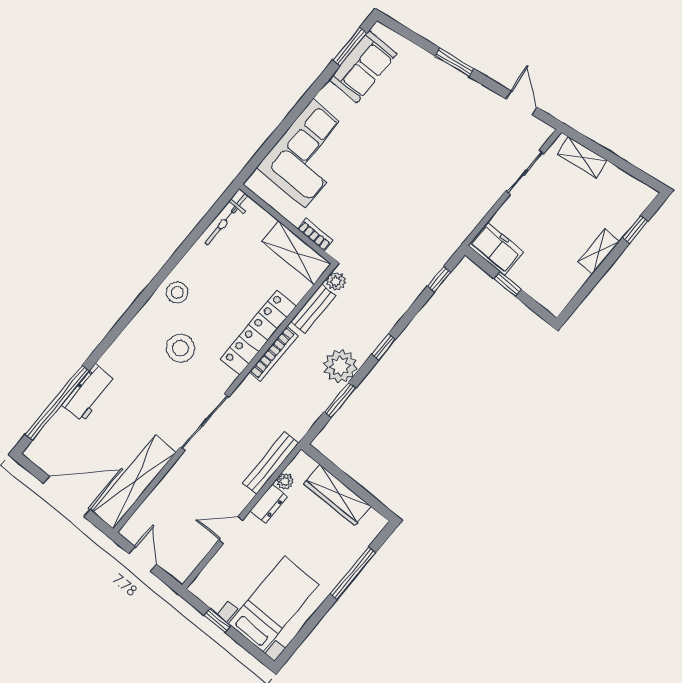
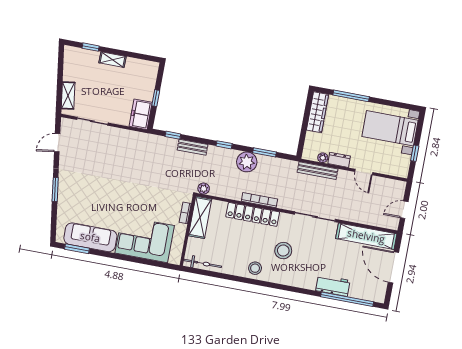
sofa: (363, 67) -> (90, 237), width x1.36
bench: (313, 309) -> (193, 147), moved
wardrobe: (337, 495) -> (318, 112), moved

